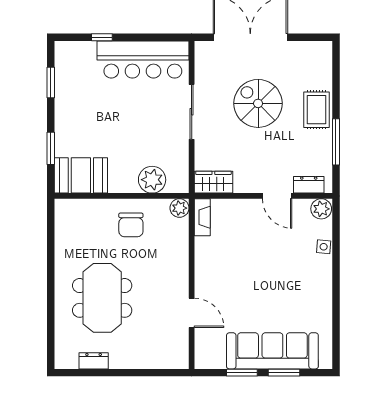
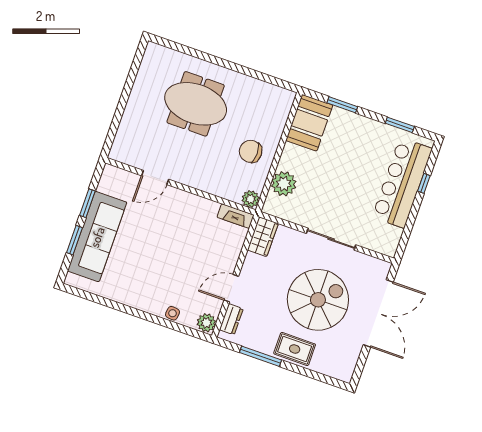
bar counter: (143, 59) -> (402, 183), moved
spiral stairs: (258, 103) -> (318, 300), width x1.37, depth x1.37
dresser: (94, 361) -> (143, 77), removed

